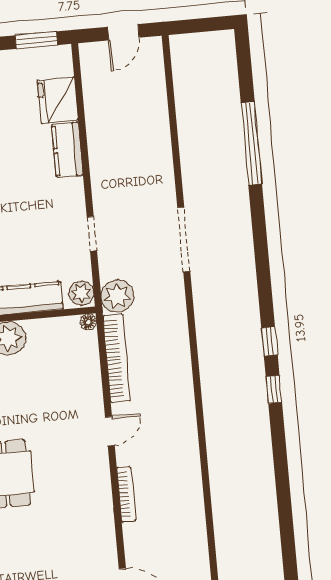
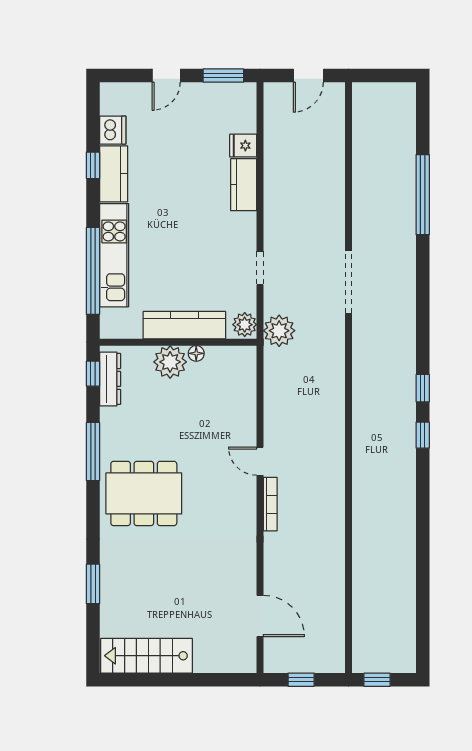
fridge: (58, 100) -> (243, 146), width x0.53, depth x0.75
floor lamp: (88, 322) -> (196, 353), moved
bookcase: (117, 358) -> (273, 391), removed
door: (110, 431) -> (260, 461), swing flipped
bookcase: (126, 494) -> (270, 504), moved

